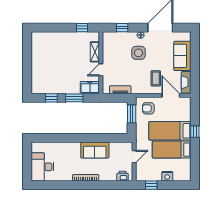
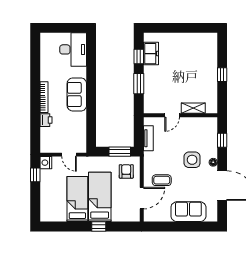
window: (82, 28) -> (222, 75), moved
door: (101, 70) -> (172, 115), swing flipped
fireplace: (186, 82) -> (157, 216), removed
freezer: (90, 88) -> (151, 54), moved
sofa: (95, 150) -> (77, 94), moved
desk: (42, 167) -> (73, 49), moved, turned 90
printer: (122, 176) -> (46, 120), moved
nightstand: (167, 176) -> (46, 163), moved

